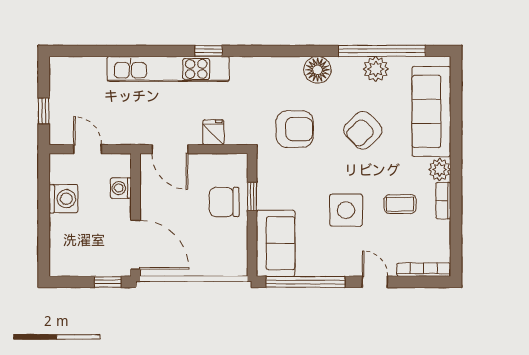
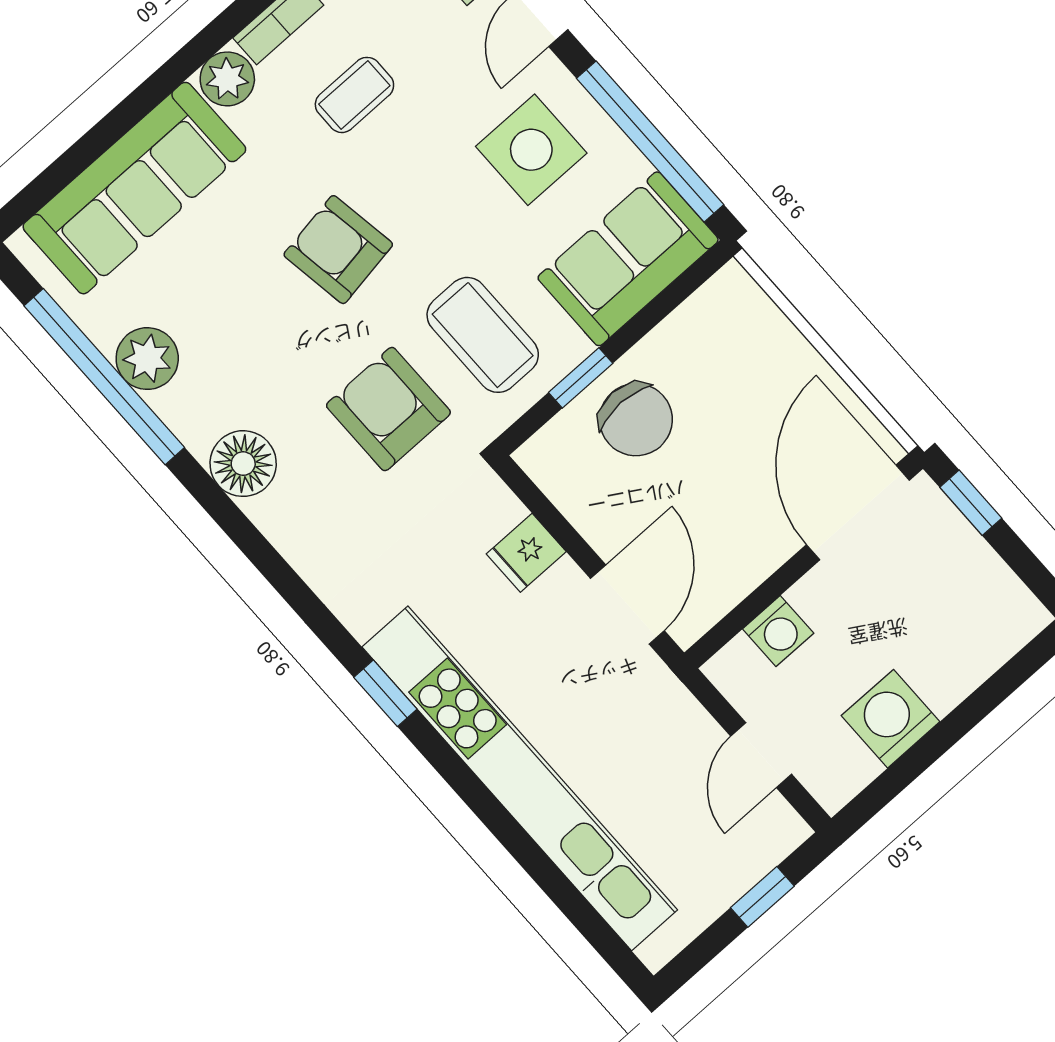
kitchen unit: (168, 69) -> (520, 778), width x1.36
armchair: (363, 130) -> (338, 250), moved, turned -145
coffee table: (292, 178) -> (483, 335), added
coffee table: (400, 204) -> (354, 95), turned 90
side table: (346, 210) -> (531, 150), moved

